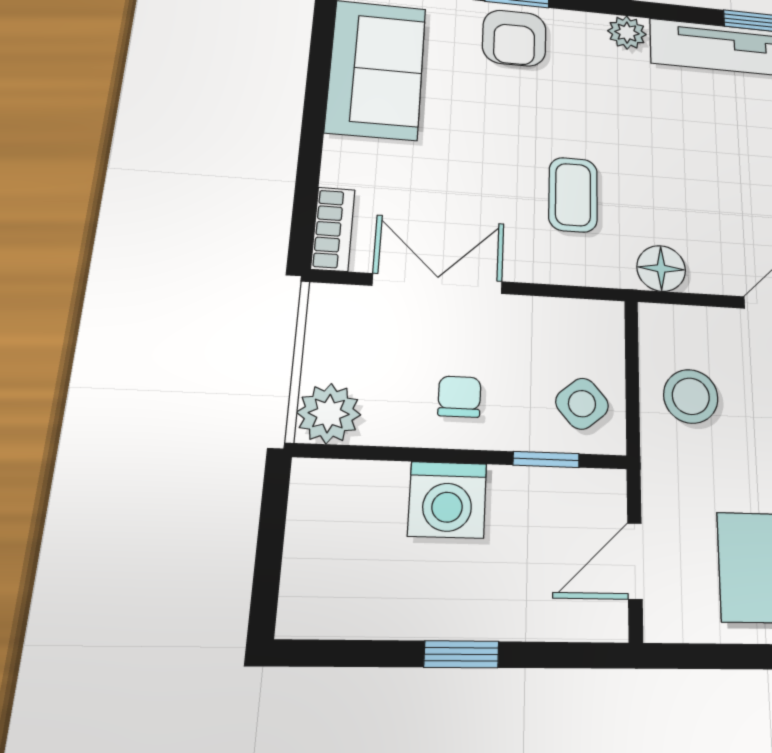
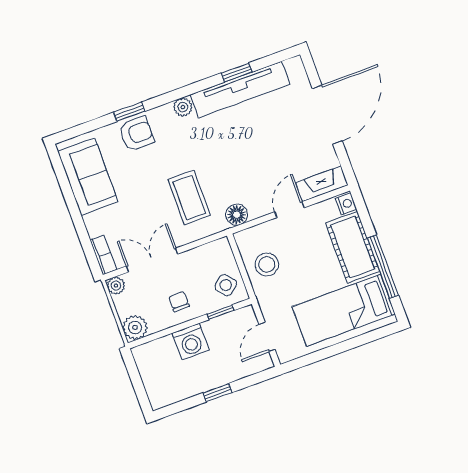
armchair: (514, 38) -> (137, 134), turned -90
coffee table: (573, 195) -> (189, 197), width x1.36, depth x1.30
plant: (329, 303) -> (116, 286), added

